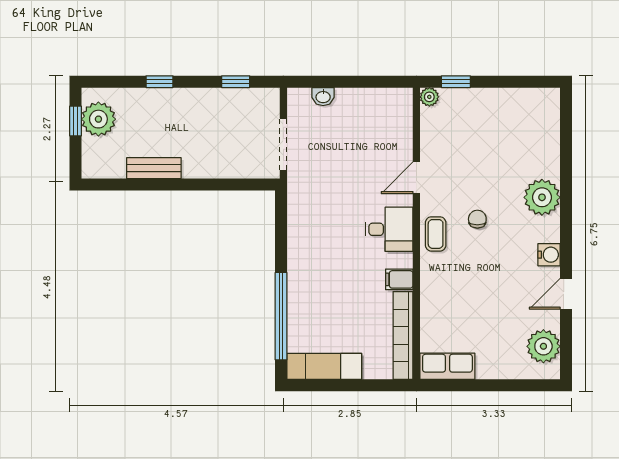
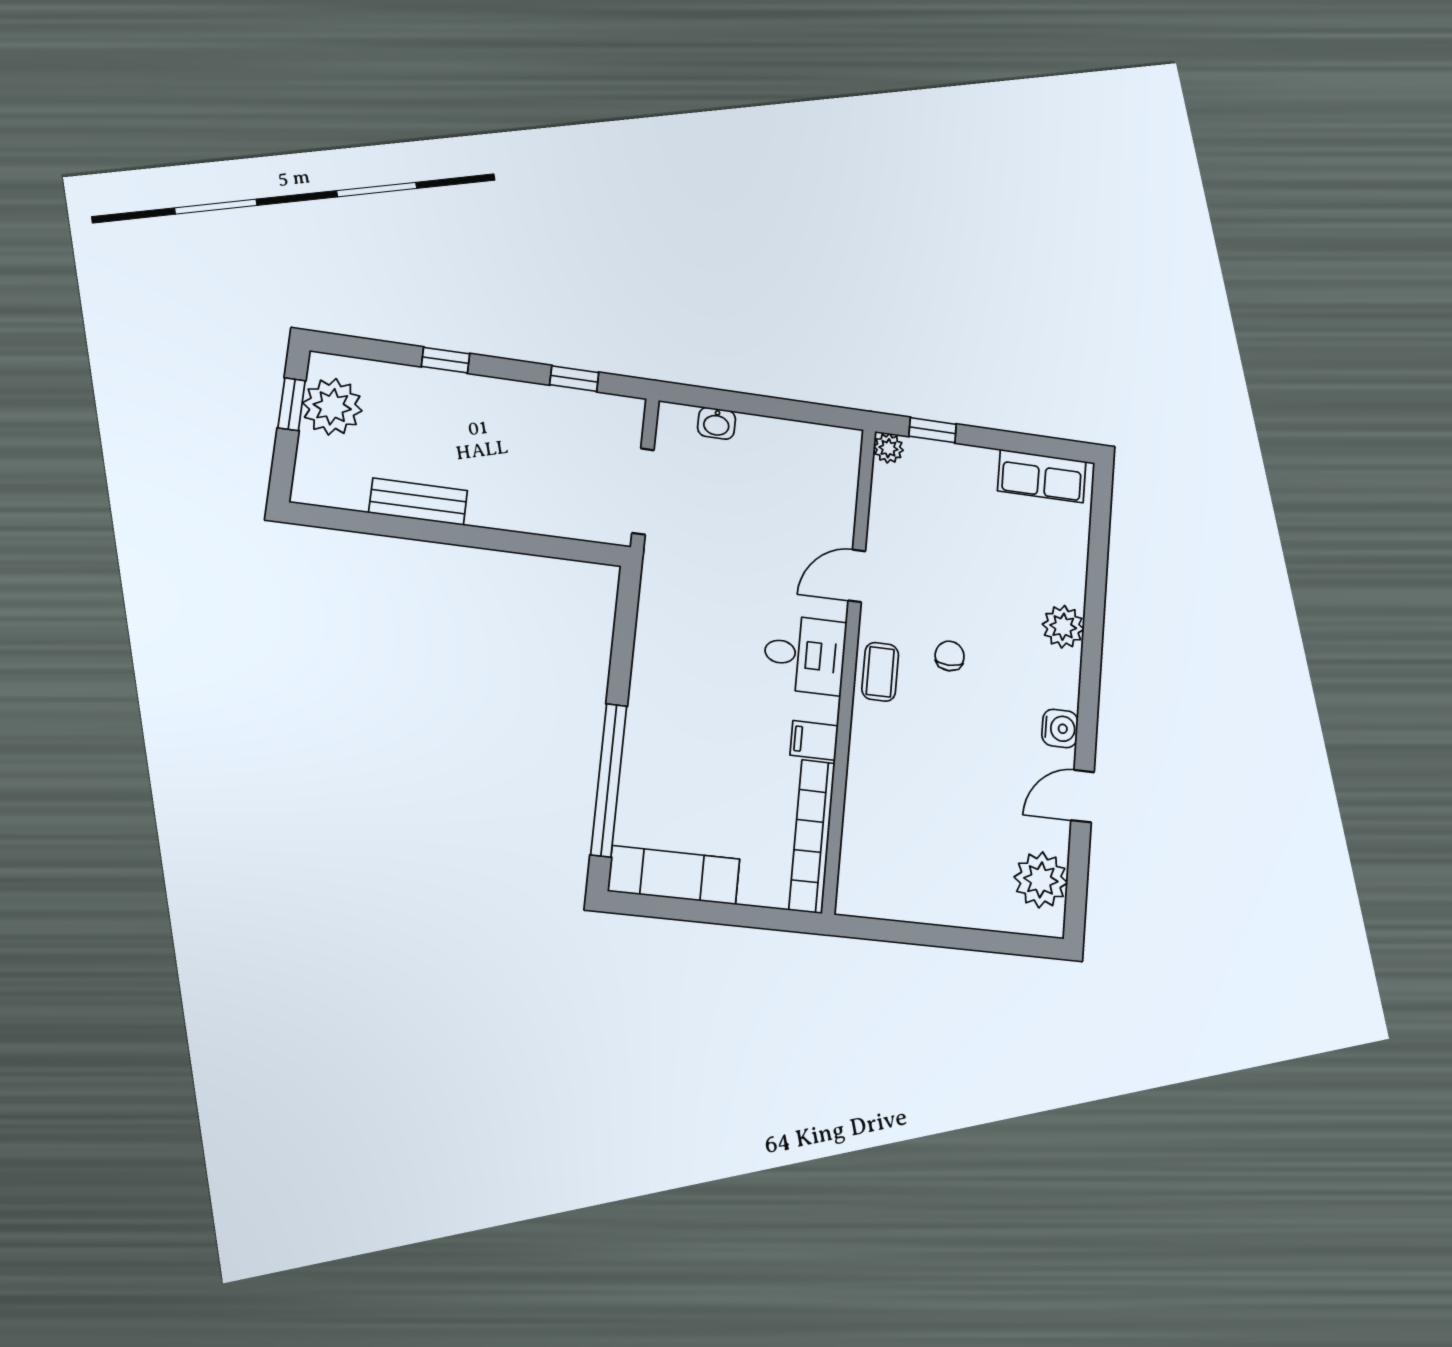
plant: (542, 197) -> (1063, 627), width x0.73, depth x0.73
row of seats: (447, 366) -> (1042, 476), moved, turned 180

